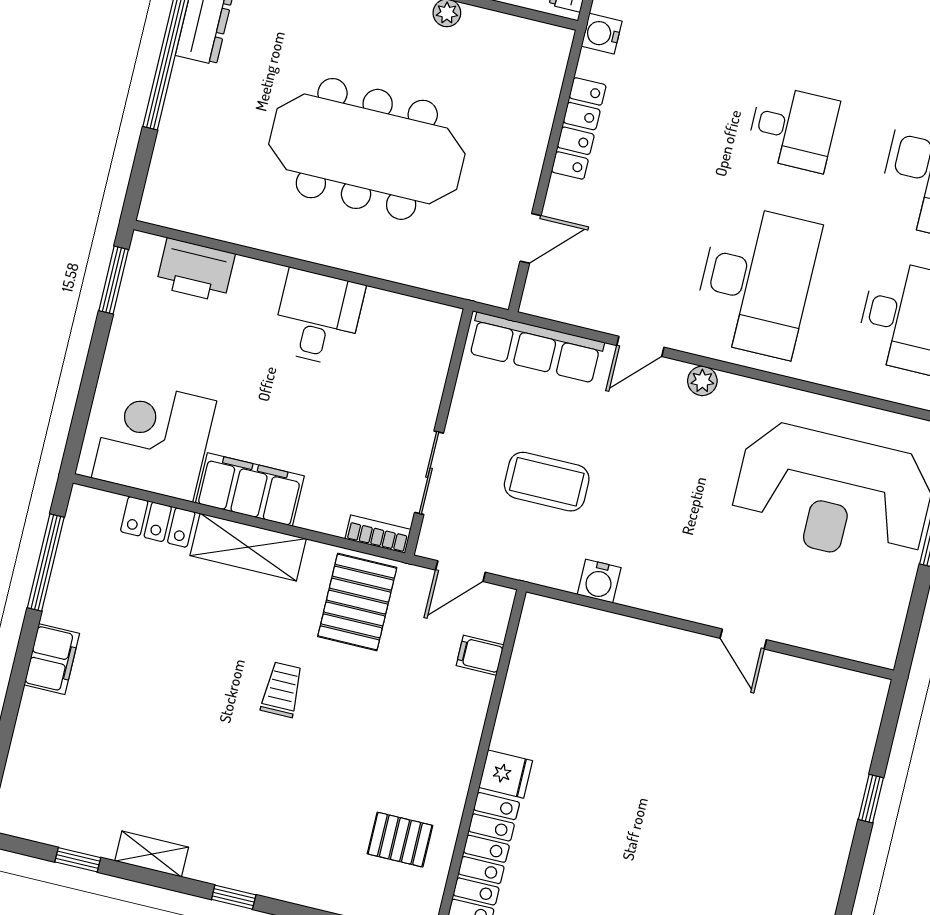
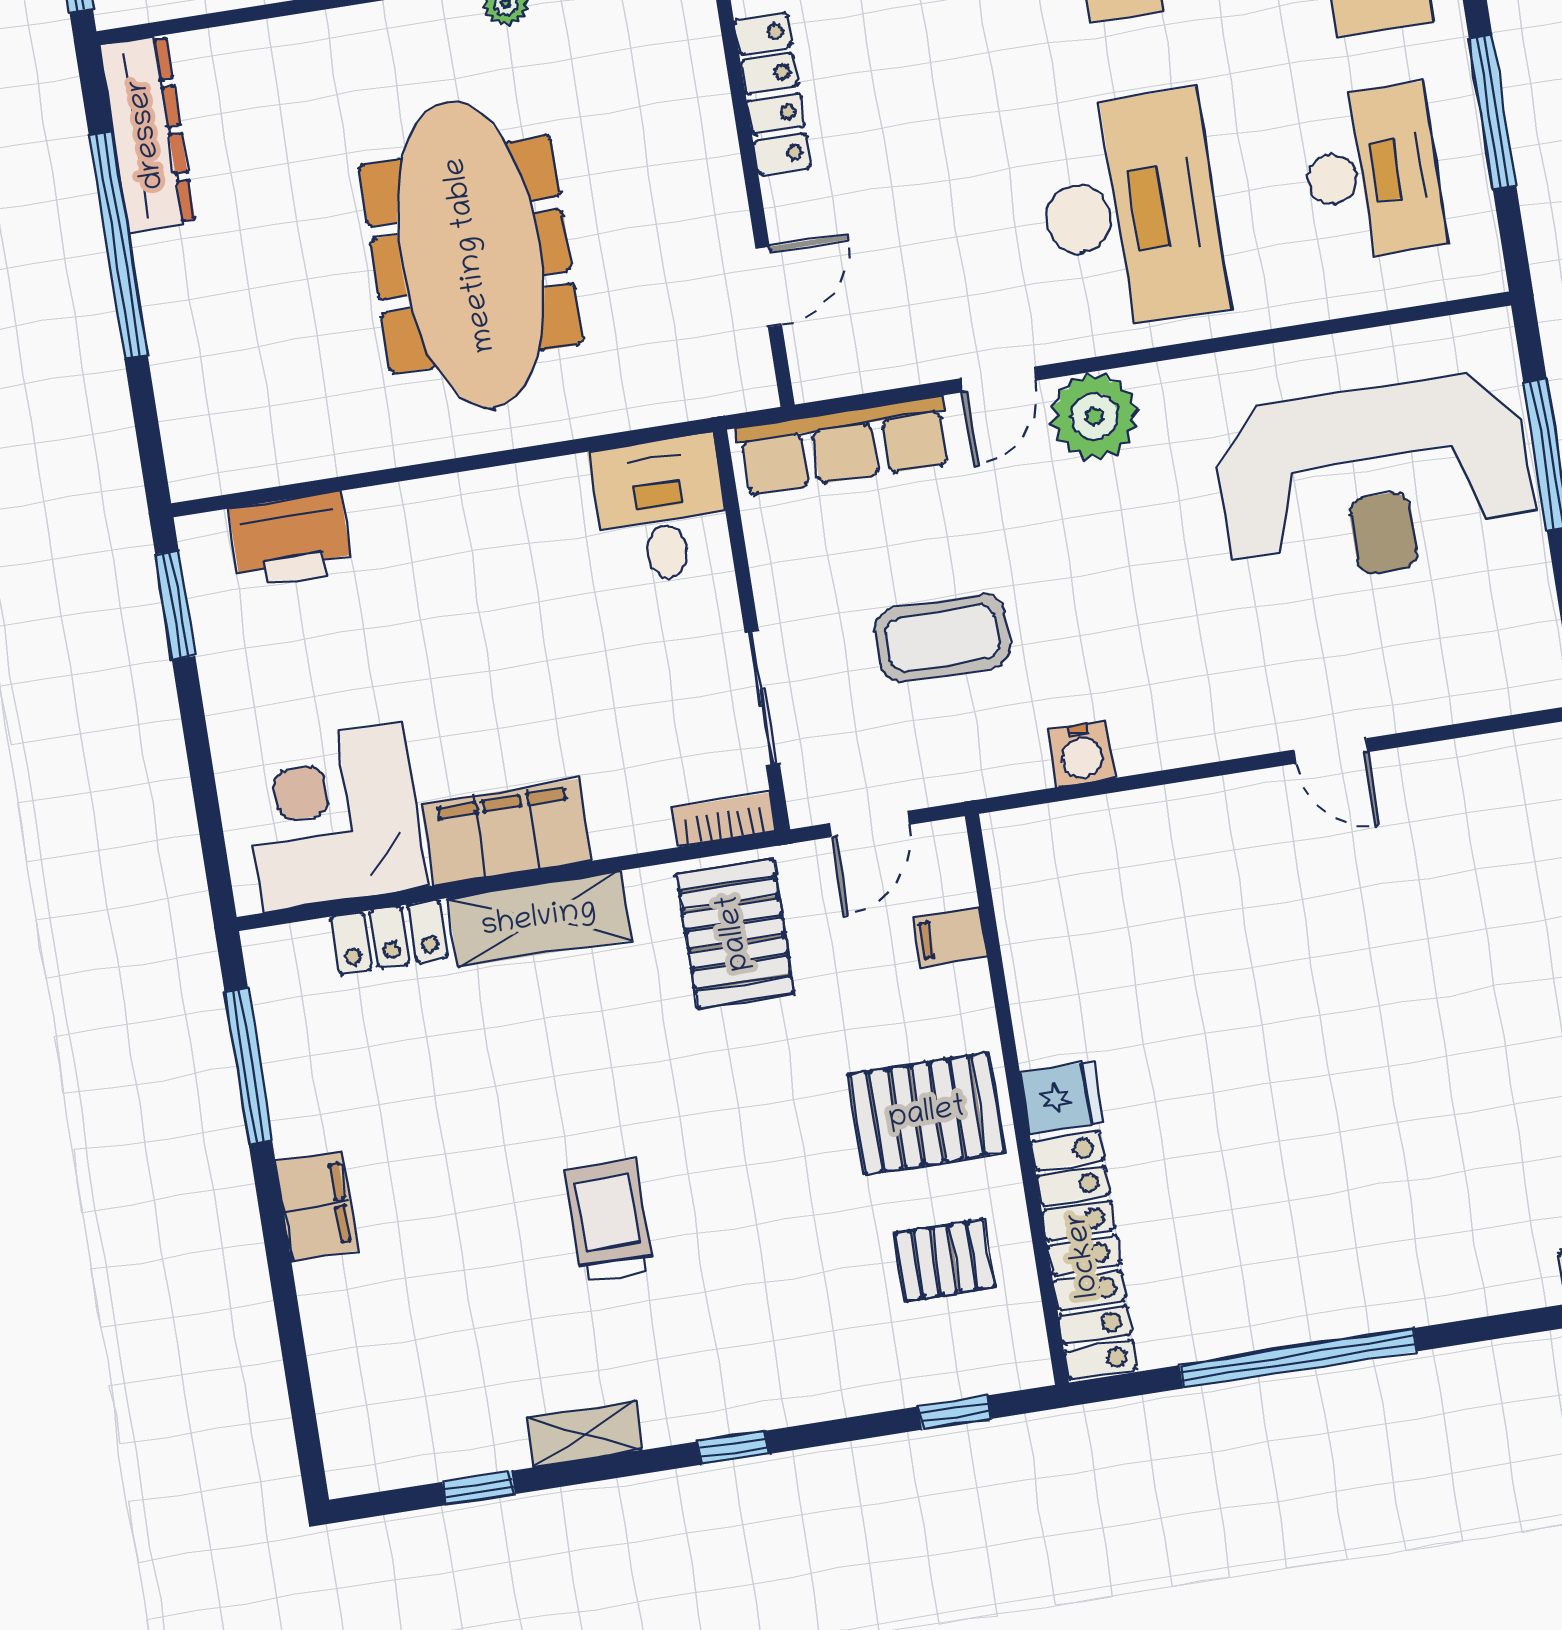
meeting table: (367, 149) -> (471, 255), turned 90
desk: (318, 318) -> (661, 510), moved
plant: (702, 381) -> (1094, 416), width x1.88, depth x1.88
trolley: (282, 690) -> (609, 1220), moved, width x1.36, depth x1.39
pallet: (424, 751) -> (927, 1114), added

